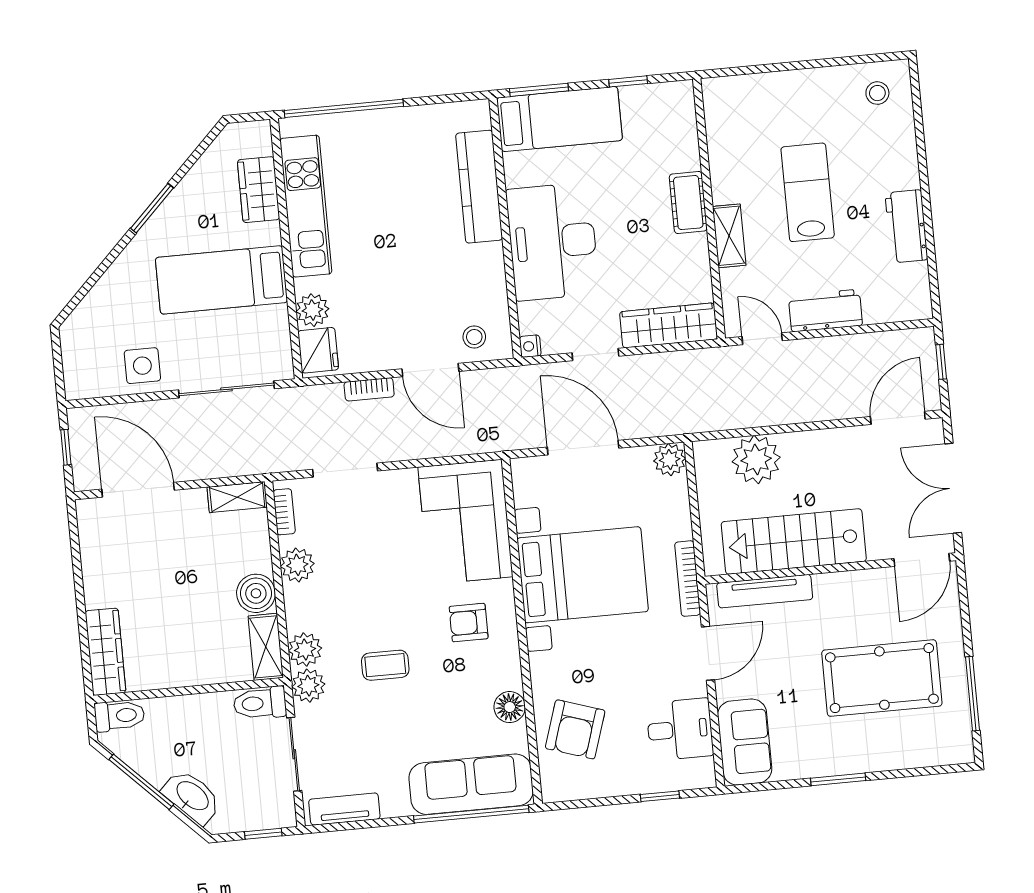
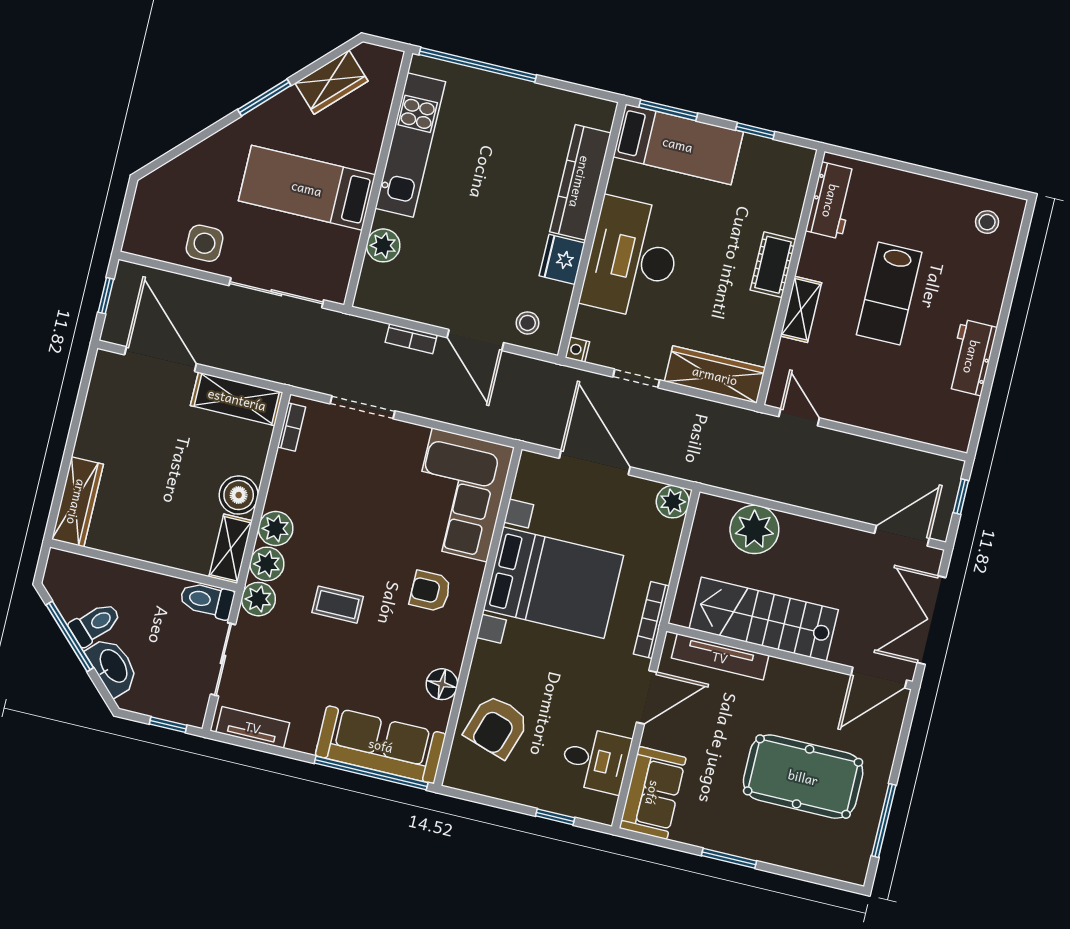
wardrobe: (259, 190) -> (331, 82), moved, turned -135
lab bench: (808, 192) -> (889, 294), turned 180
workbench: (825, 311) -> (831, 201), moved, turned 90
fridge: (318, 350) -> (562, 259), moved, turned 180
shelving: (237, 497) -> (237, 399), width x1.50, depth x1.33
plant: (297, 565) -> (276, 528), moved
toilet: (120, 716) -> (95, 624), moved, turned -45

